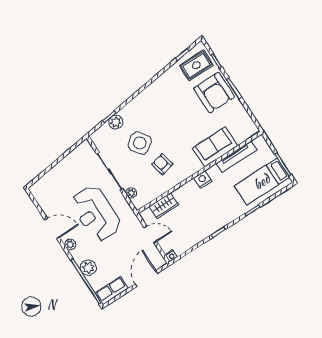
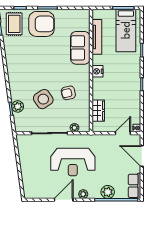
door: (151, 235) -> (123, 133), moved

